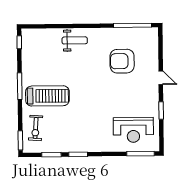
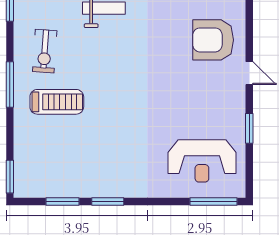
armchair: (122, 61) -> (213, 40), moved
treadmill: (47, 96) -> (57, 102), width x0.73, depth x0.73
exercise bike: (36, 128) -> (45, 51), moved

